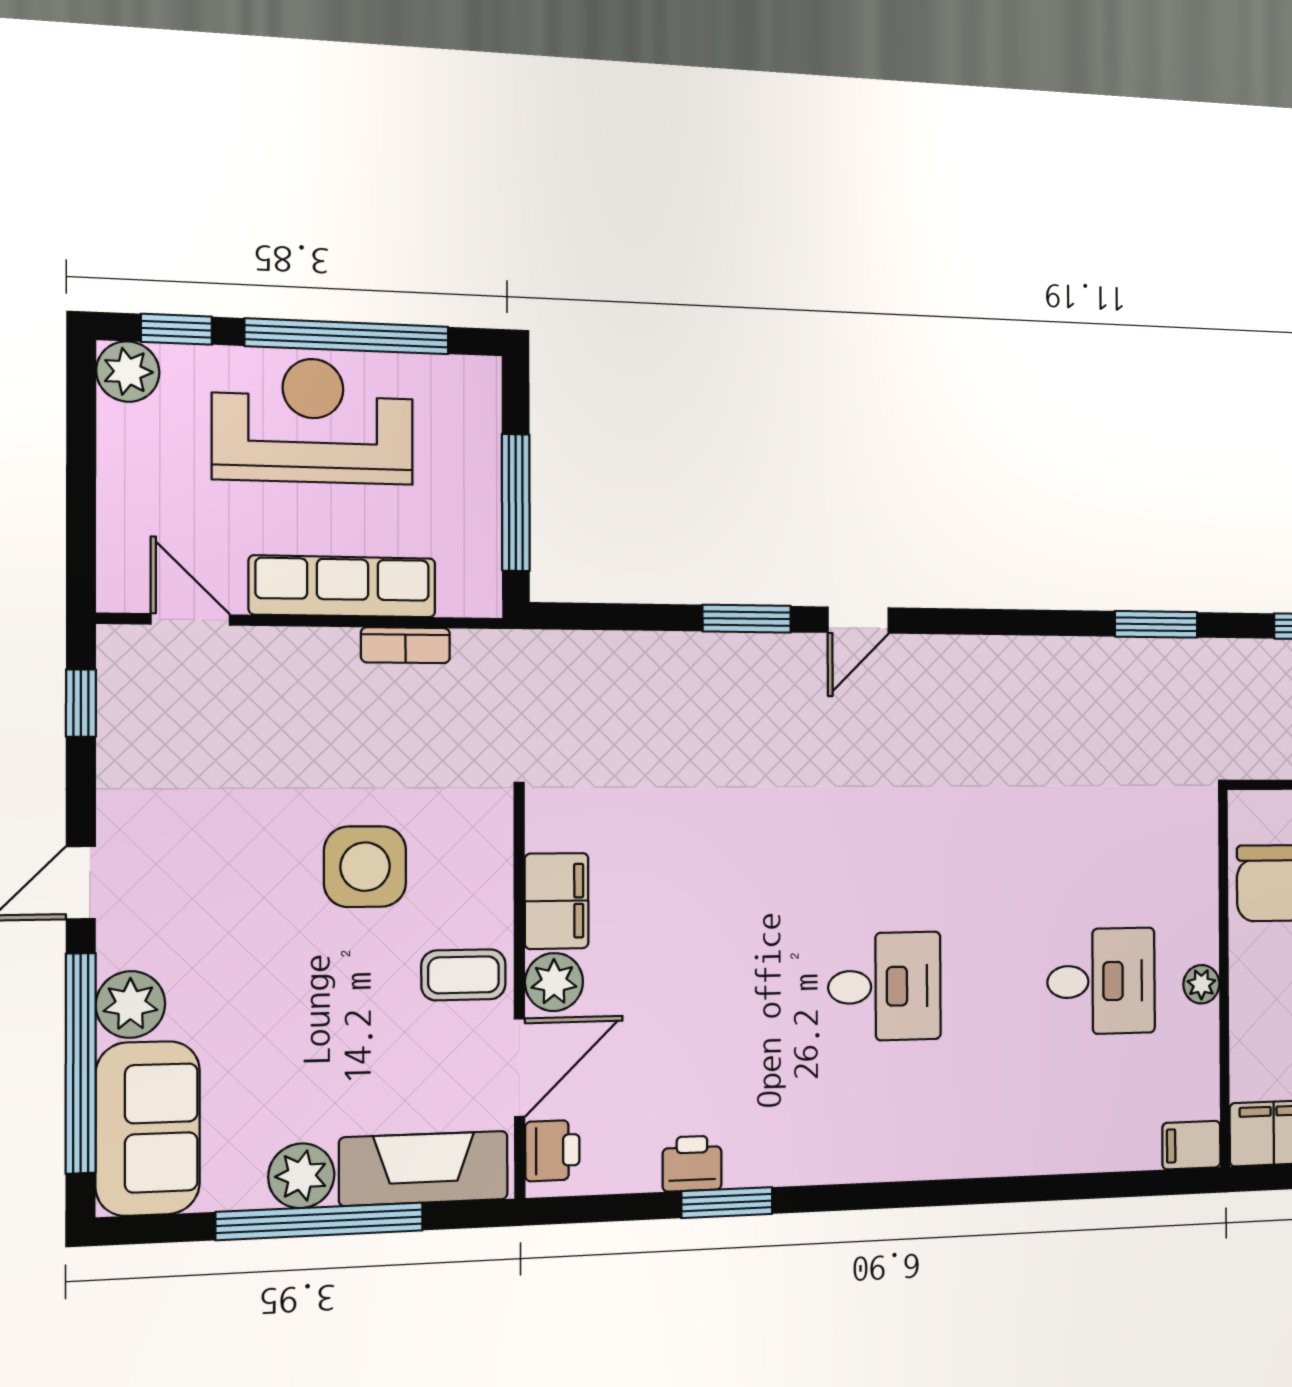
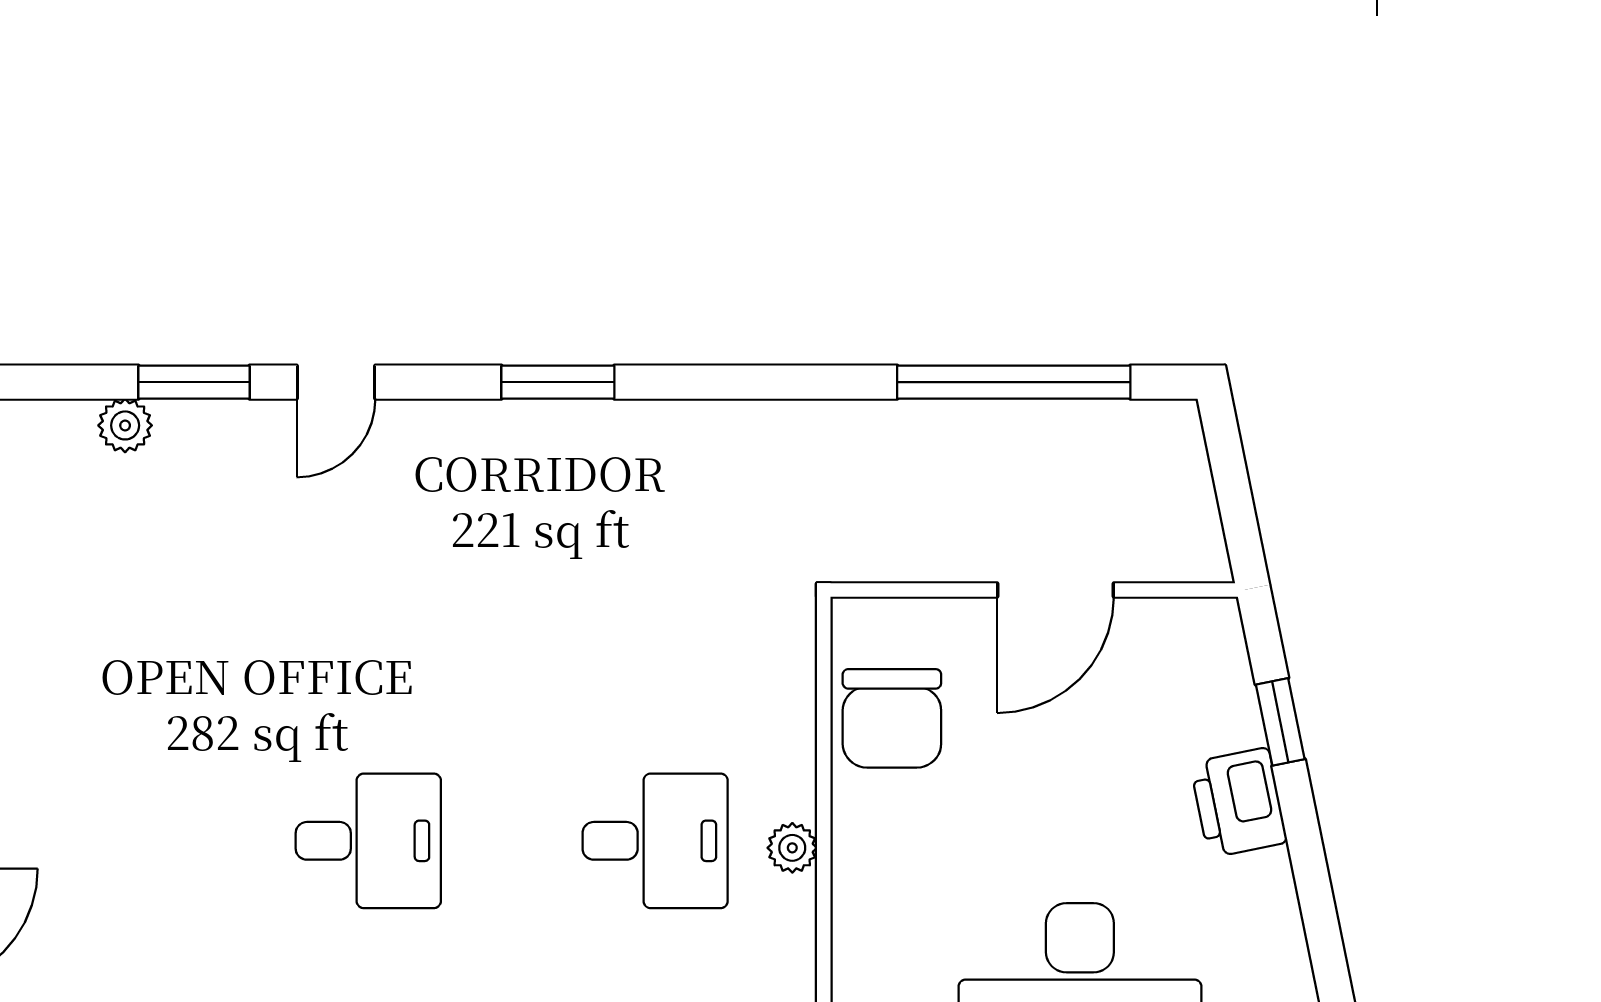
window: (1156, 624) -> (558, 382), moved
plant: (692, 653) -> (125, 425), added

